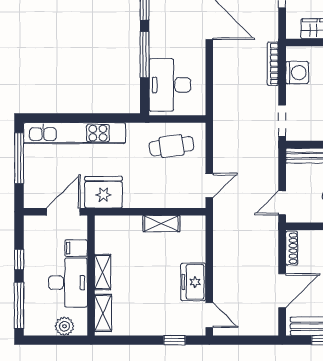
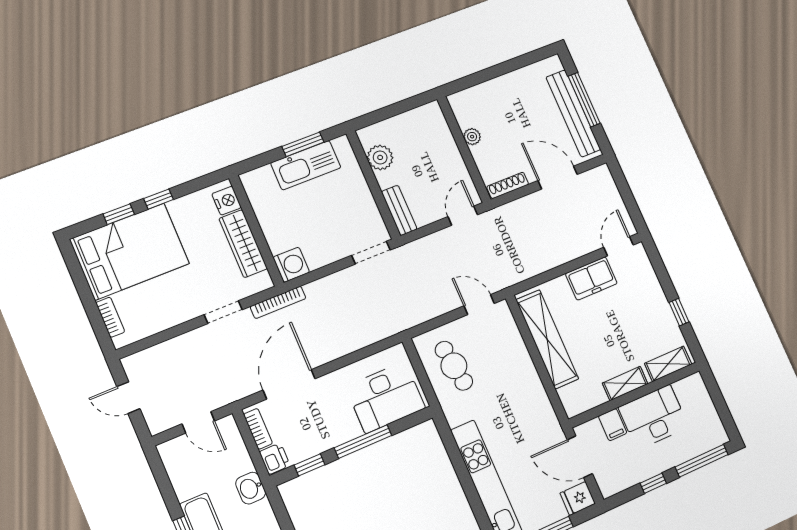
bookcase: (273, 64) -> (278, 302), moved
washing machine: (297, 73) -> (291, 265), moved, turned 90
fridge: (103, 192) -> (578, 498), moved, width x0.53, depth x0.75
door: (282, 203) -> (463, 216), swing flipped
shelving: (161, 224) -> (547, 339), width x2.20, depth x1.33
plant: (64, 326) -> (701, 400), removed
window: (175, 340) -> (679, 312), moved

